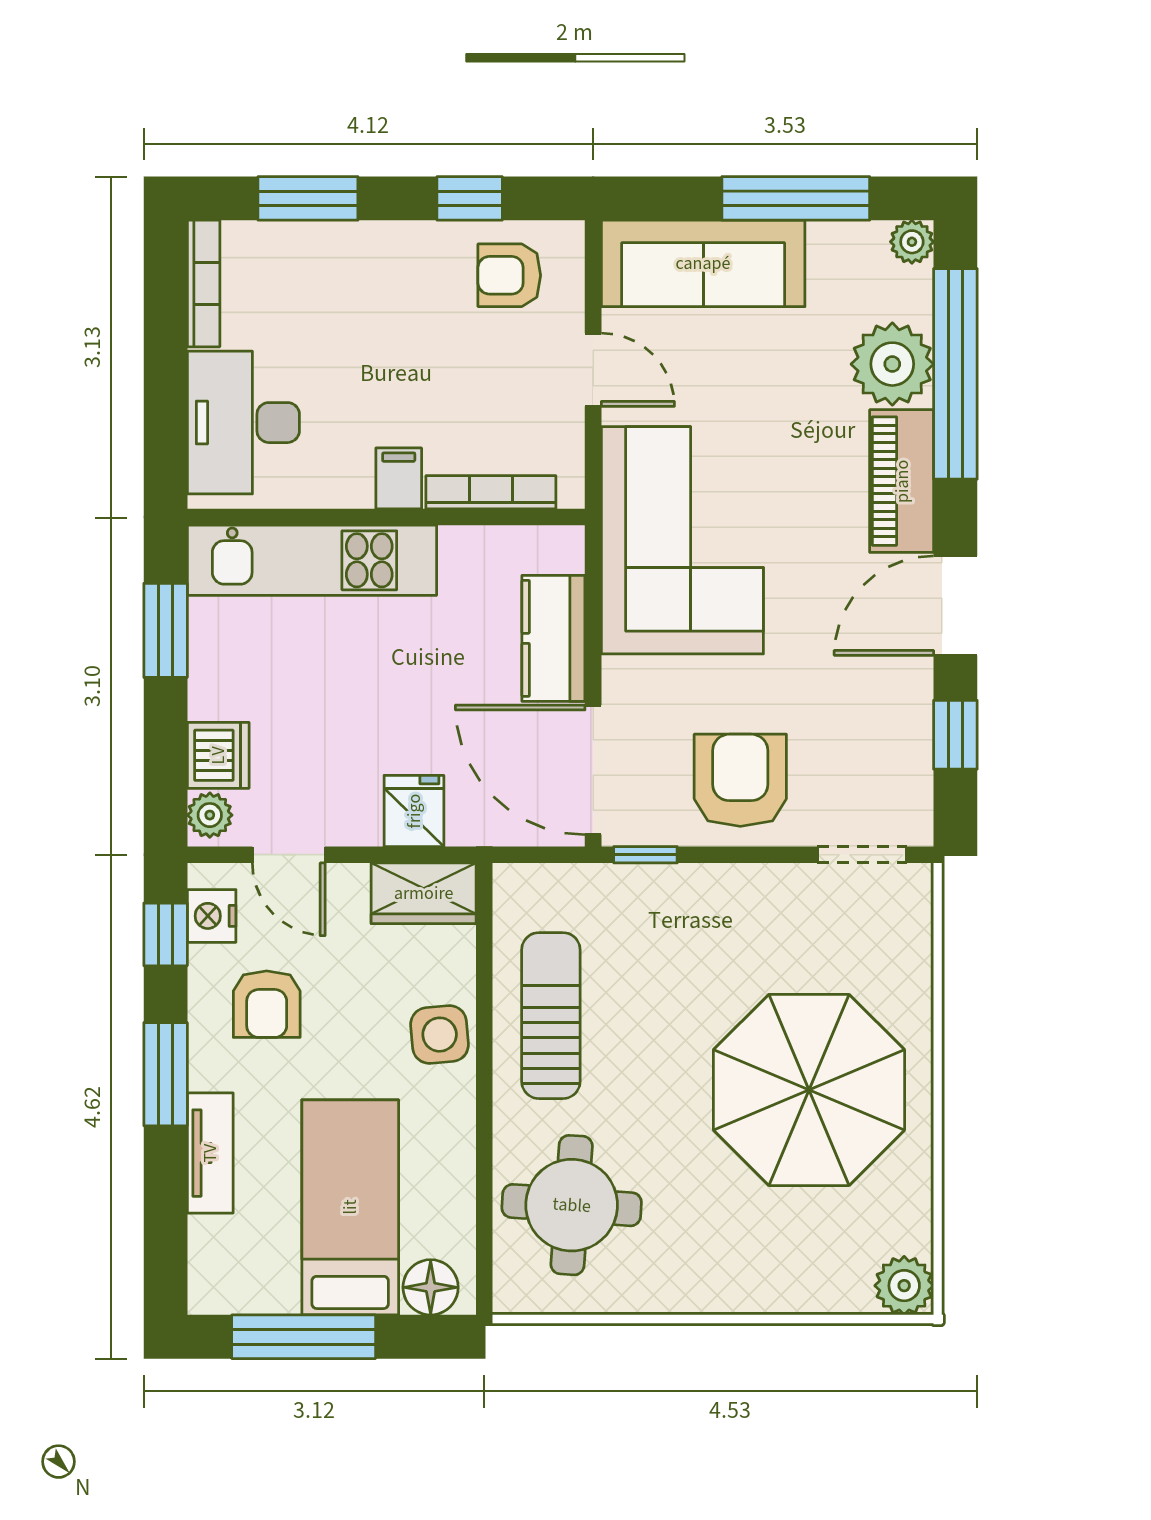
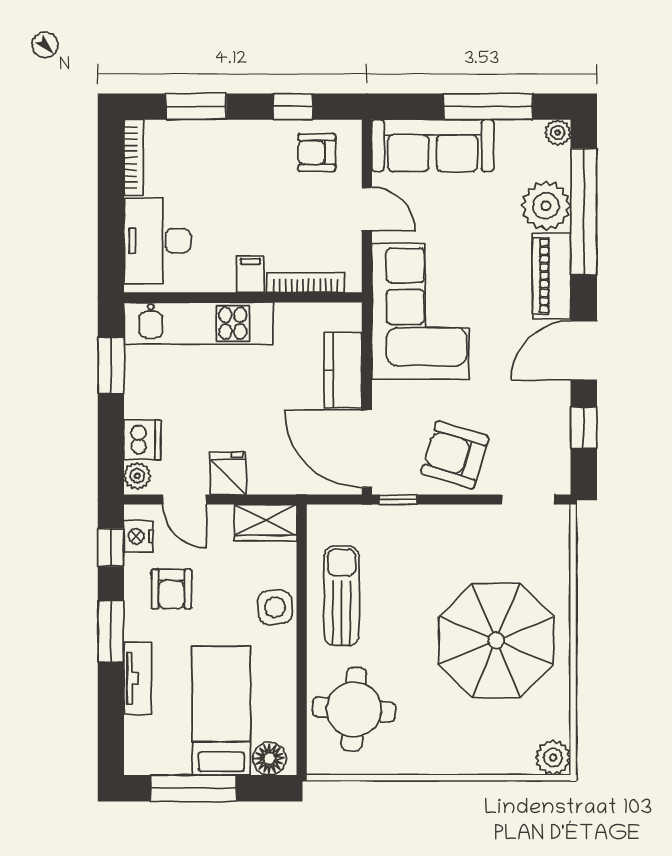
armchair: (740, 780) -> (455, 455), turned -73
fridge: (414, 811) -> (228, 473), moved

